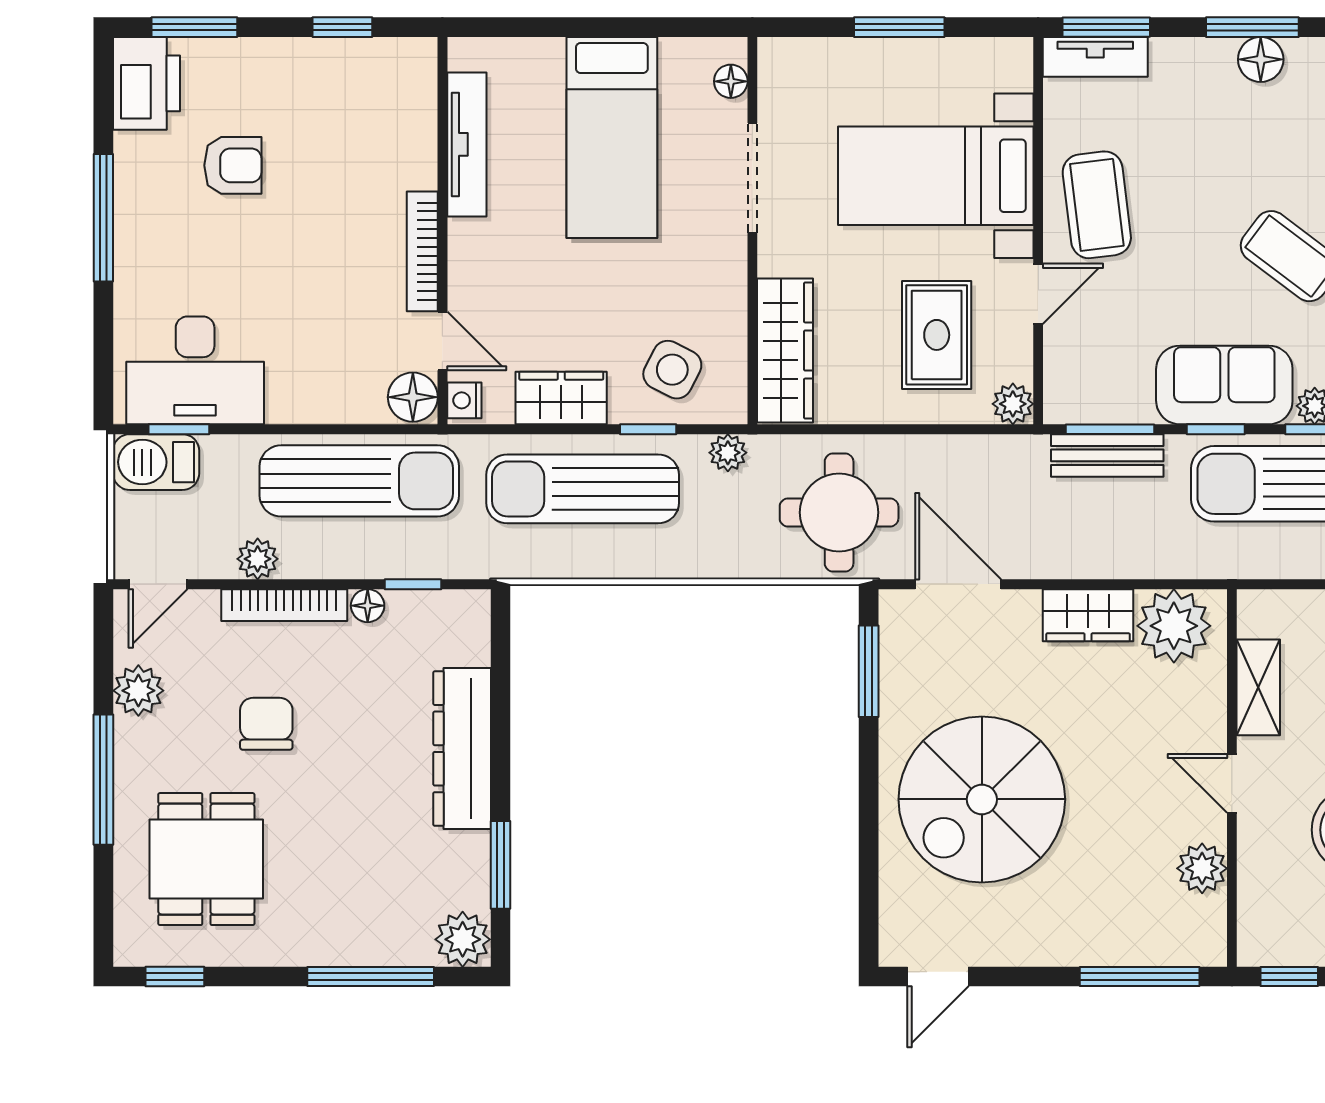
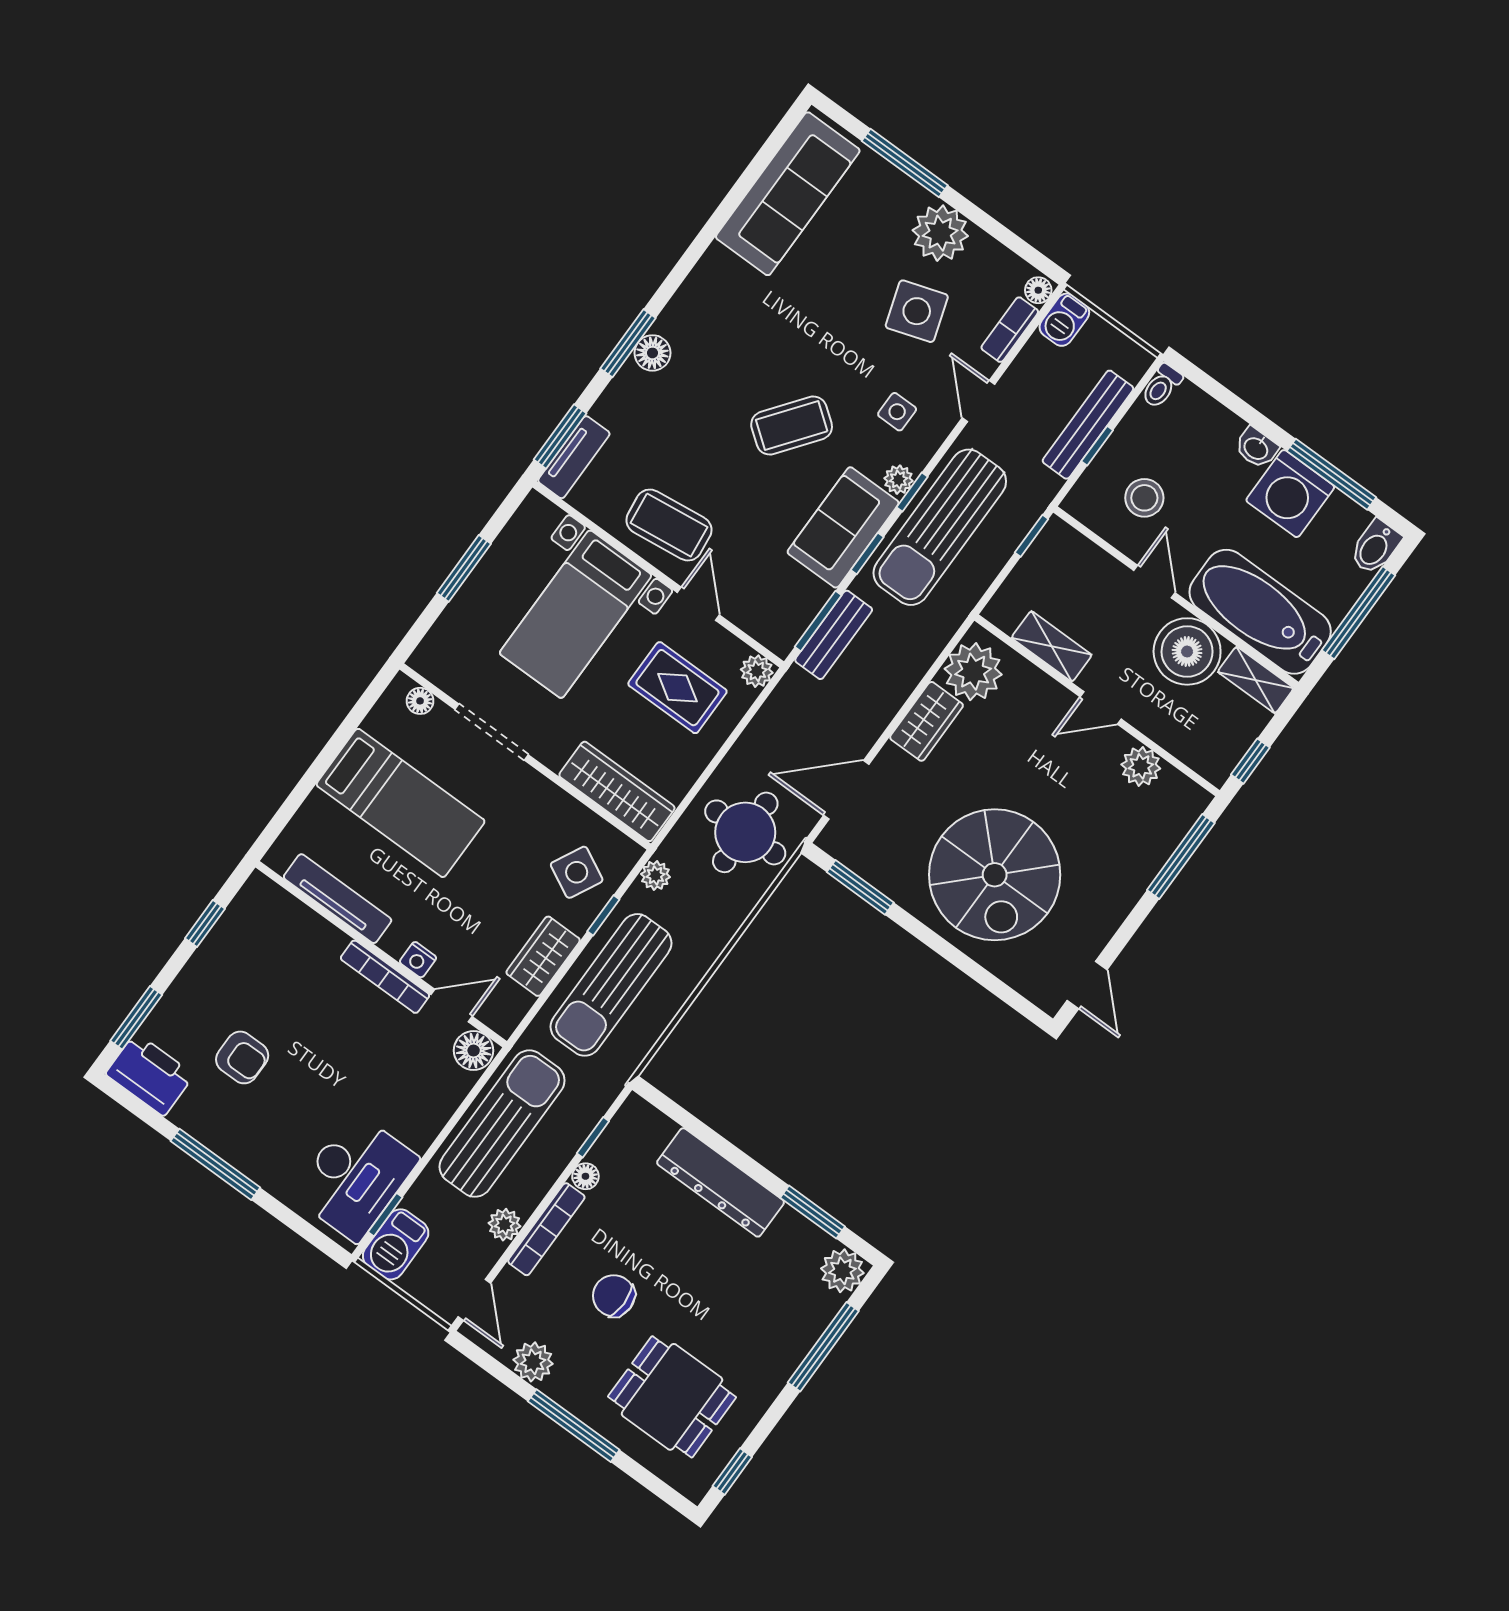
armchair: (233, 165) -> (242, 1057), turned 90
nightstand: (464, 400) -> (418, 960), moved

